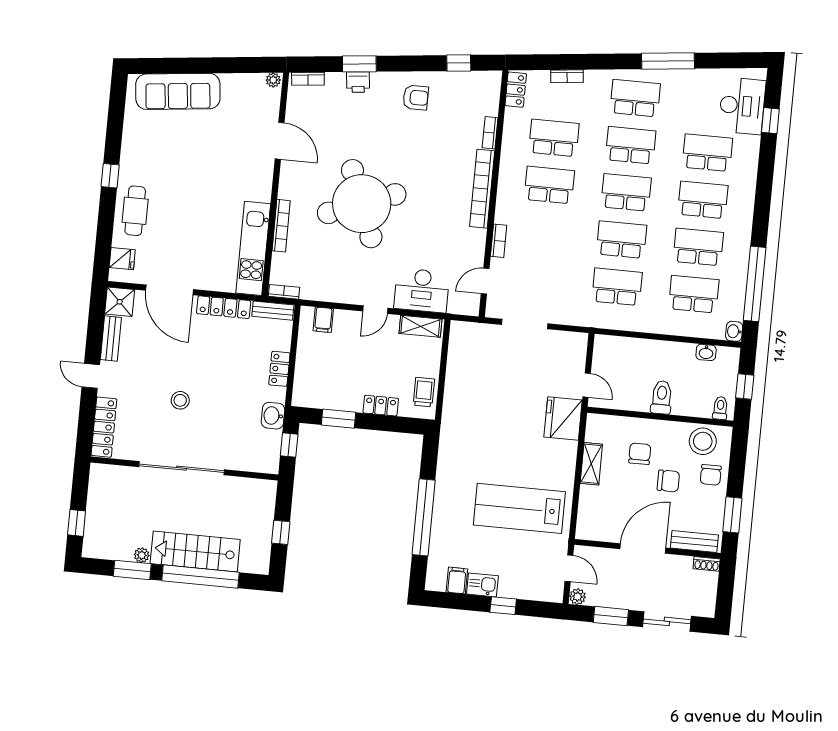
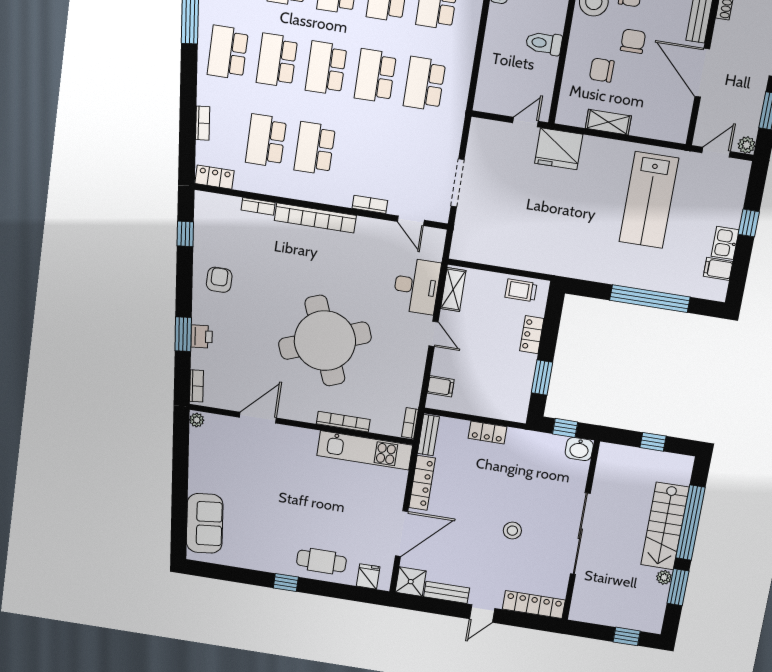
sofa: (178, 91) -> (205, 523), width x0.73
washbasin: (273, 416) -> (579, 449), moved

